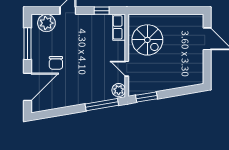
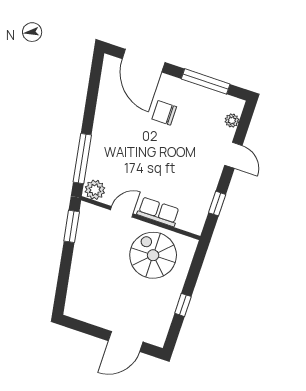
window: (172, 11) -> (183, 305), added
plant: (46, 23) -> (232, 120), width x0.53, depth x0.53
row of seats: (119, 27) -> (158, 212), moved
spiral stairs: (147, 40) -> (153, 255), turned 90

